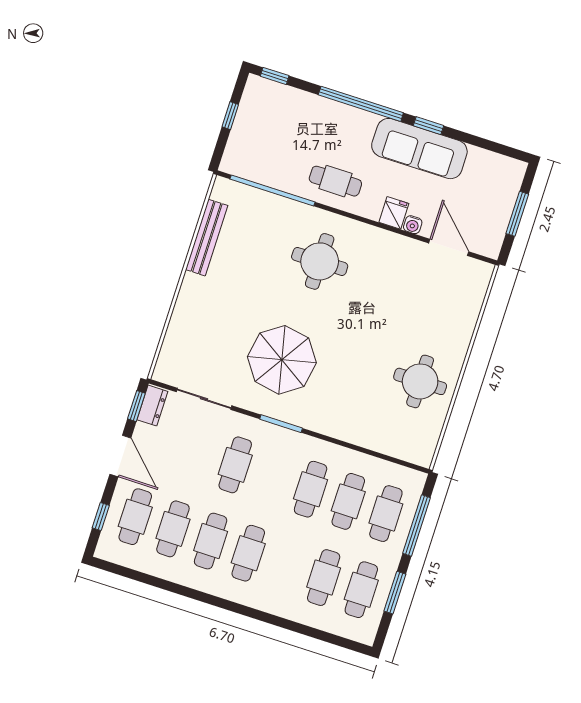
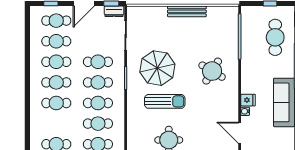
cafe table: (335, 181) -> (275, 37), moved, width x1.37, depth x1.35
bench: (207, 238) -> (187, 11), moved
door: (449, 247) -> (240, 133), swing flipped
round table: (320, 261) -> (212, 71), turned 31
sun lounger: (347, 366) -> (165, 101), added
cafe table: (273, 477) -> (98, 82), added
cafe table: (324, 578) -> (56, 103), moved

